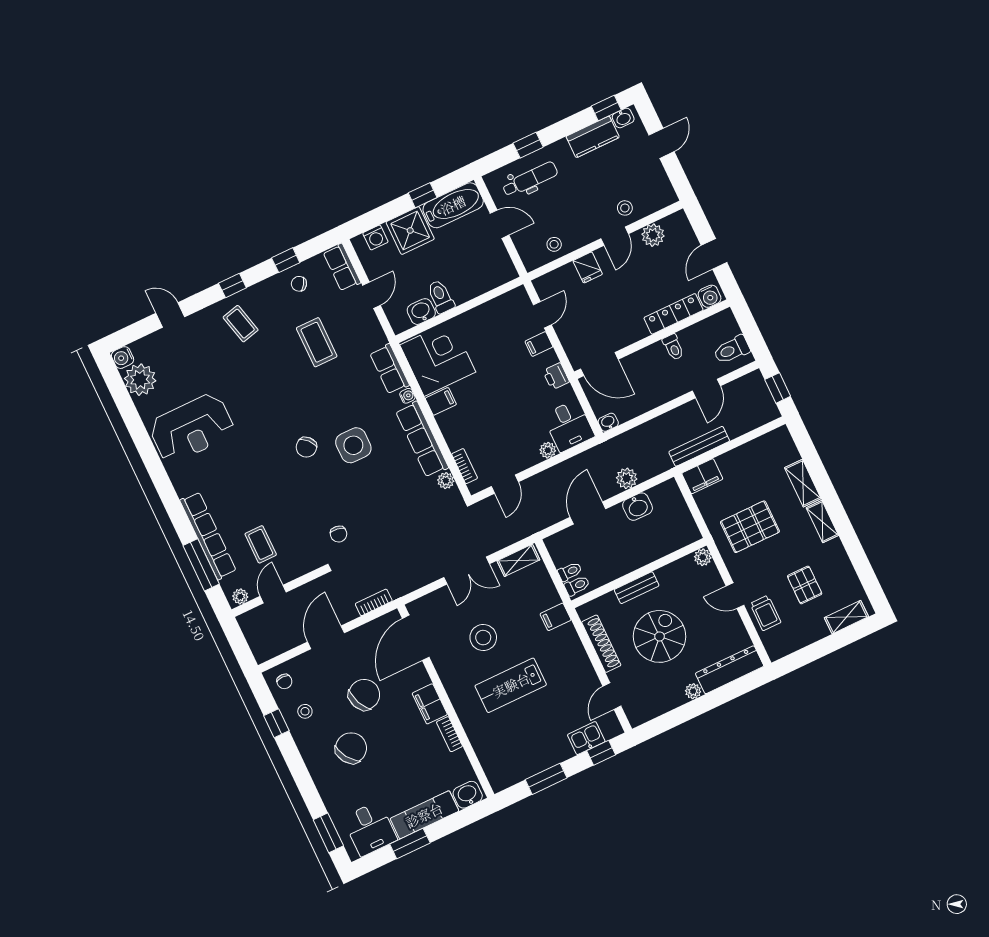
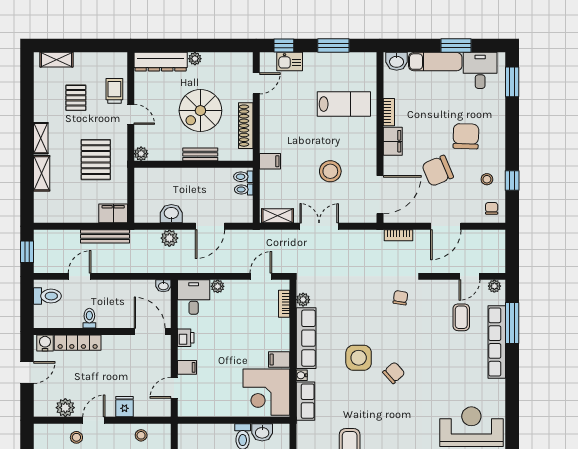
pallet: (750, 527) -> (96, 160), turned 90
lab bench: (511, 685) -> (344, 104), moved
chair: (351, 748) -> (466, 136), turned 125

